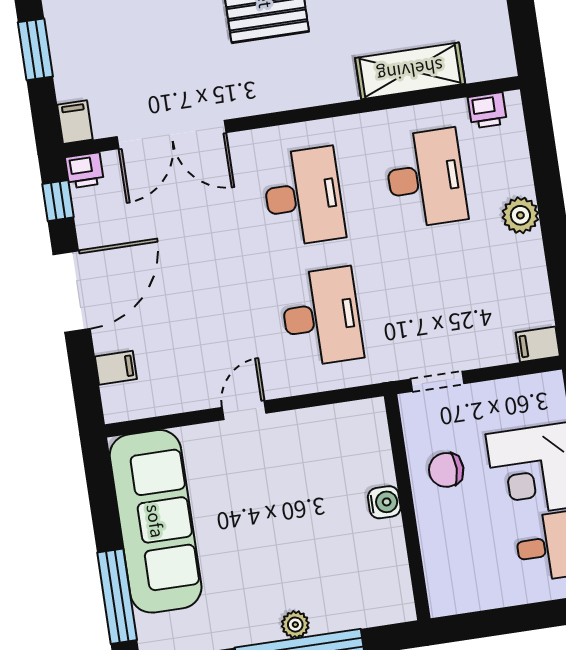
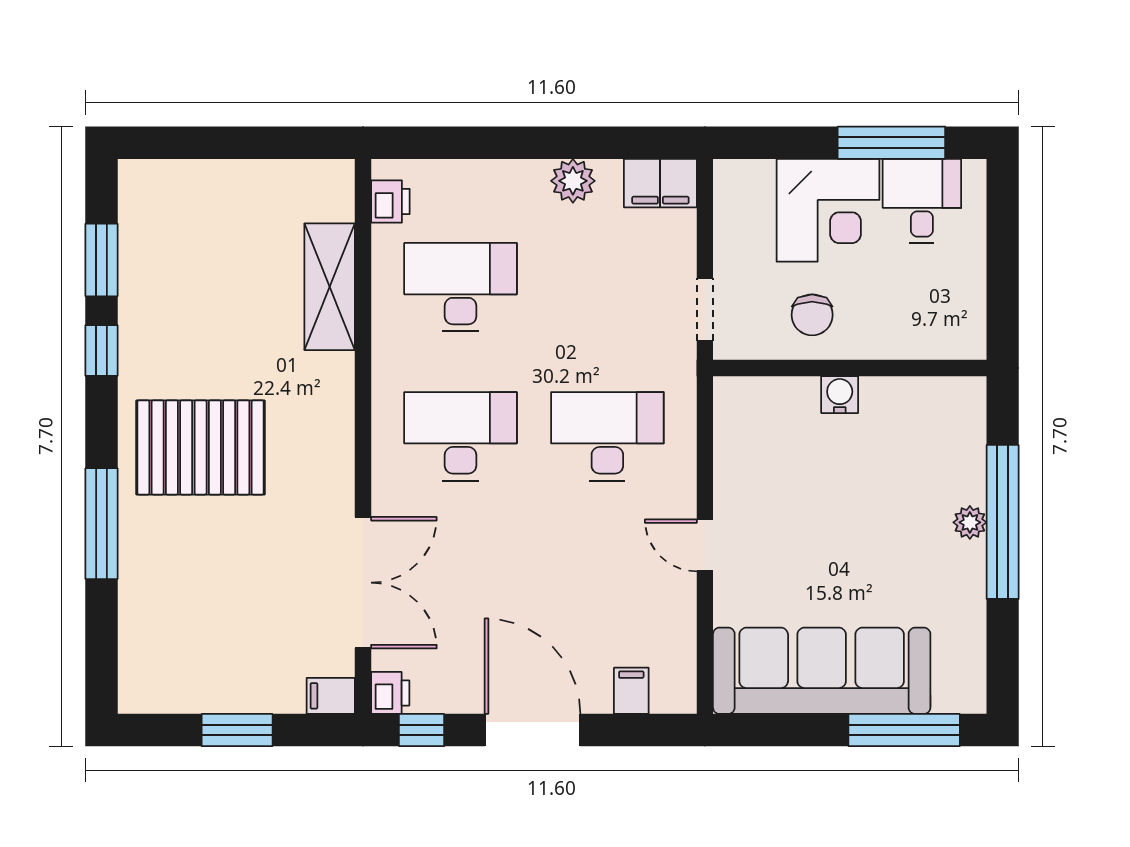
plant: (520, 215) -> (573, 181), moved
filing cabinet: (538, 344) -> (660, 183), width x2.00

